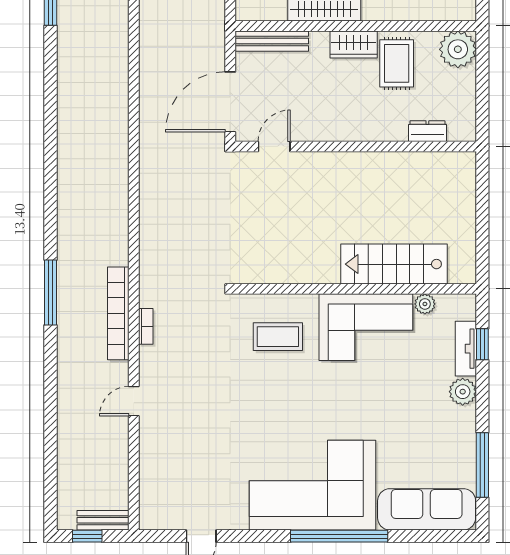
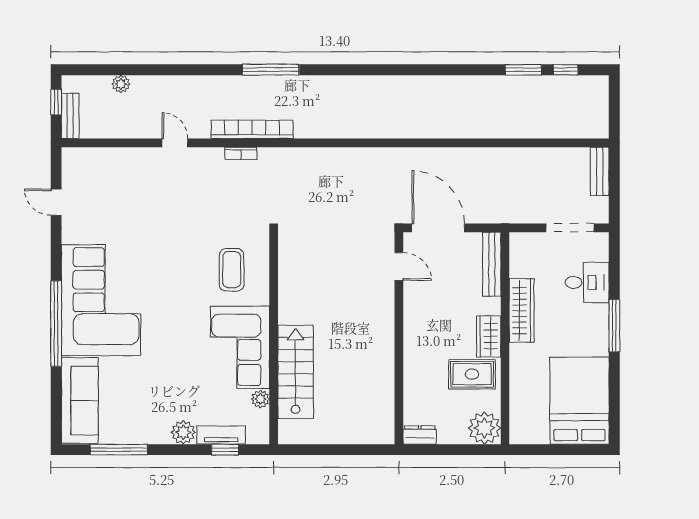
dresser: (427, 131) -> (420, 435), moved, turned -90
plant: (67, 462) -> (121, 84), added

